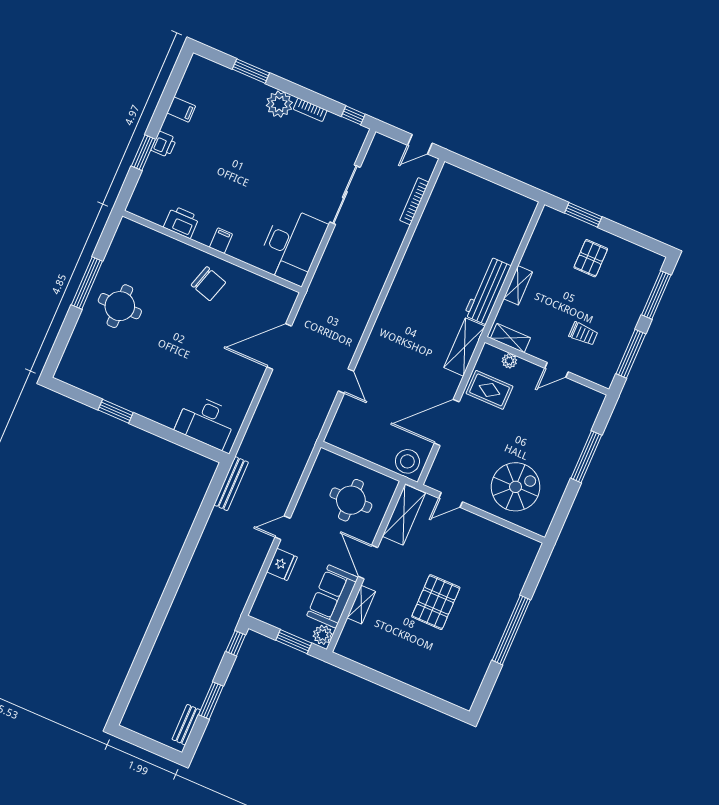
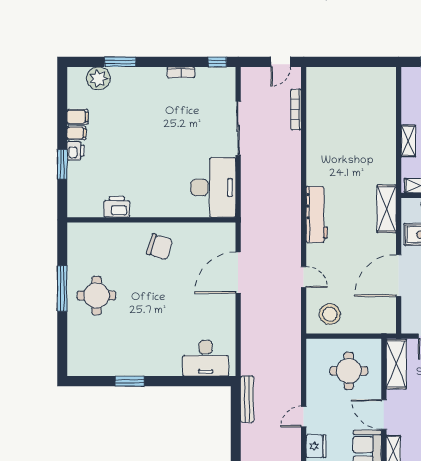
plant: (279, 104) -> (98, 78), moved
filing cabinet: (221, 241) -> (76, 133), moved, turned 90
workbench: (488, 291) -> (317, 215), moved, turned 180
stool: (407, 461) -> (330, 314), moved

